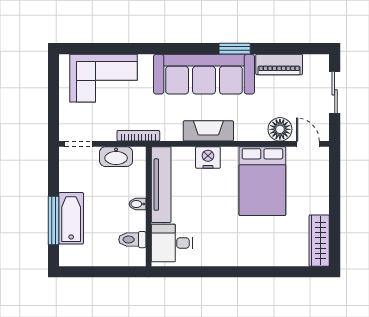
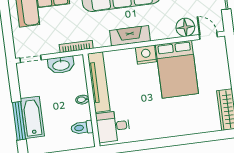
nightstand: (208, 158) -> (146, 55), moved

